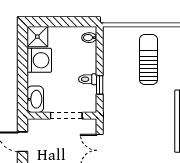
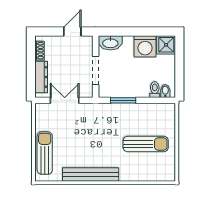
toilet: (88, 79) -> (155, 90), moved
window: (100, 85) -> (123, 100), width x1.50

